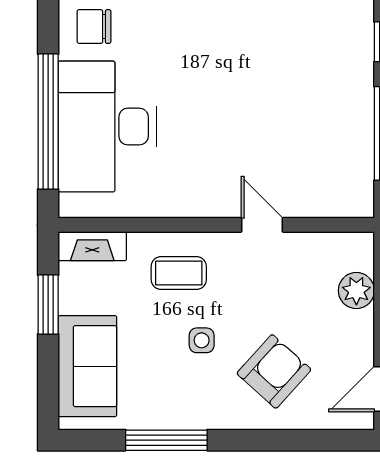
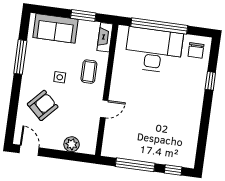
chair: (94, 27) -> (196, 50), turned 180
armchair: (274, 371) -> (43, 105), turned -89

